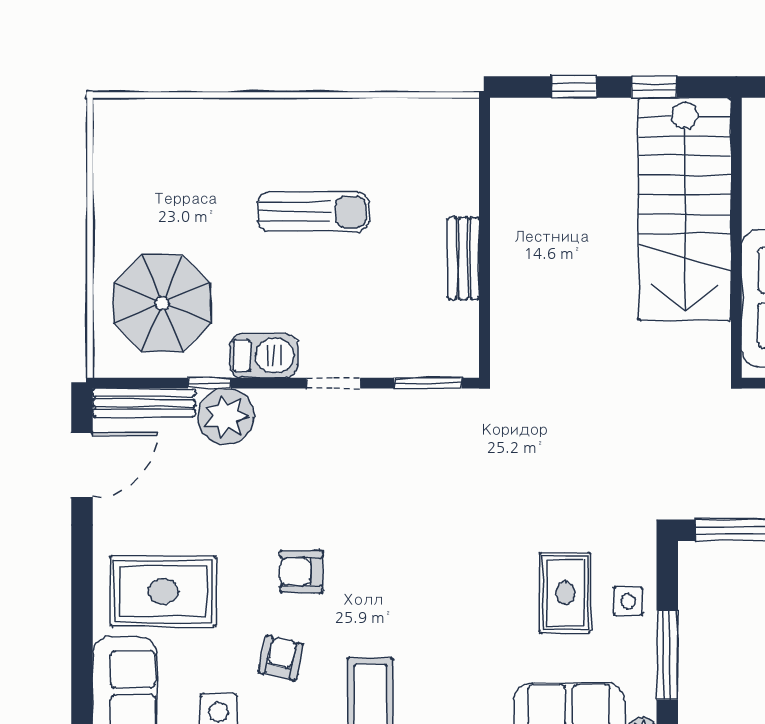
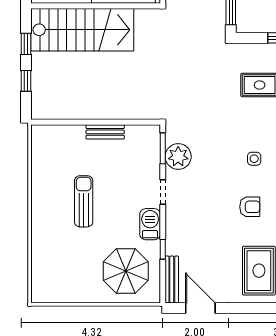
plant: (226, 417) -> (178, 157), moved
armchair: (301, 572) -> (250, 207), turned -90
side table: (628, 601) -> (254, 159), moved

